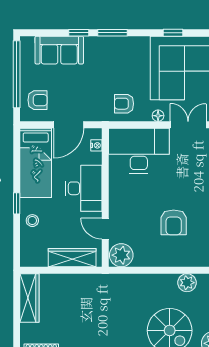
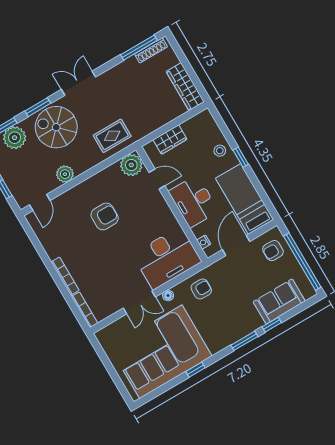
armchair: (174, 222) -> (105, 216), turned 90
wardrobe: (72, 258) -> (170, 140), width x0.67
rug: (123, 292) -> (112, 136), added

